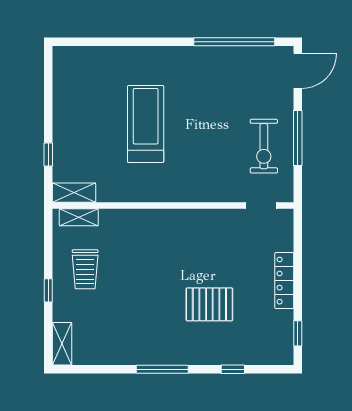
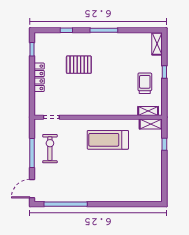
treadmill: (146, 124) -> (108, 140), moved, turned 90

